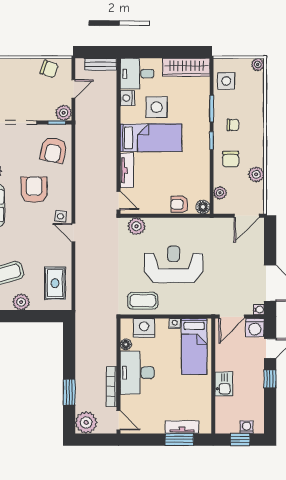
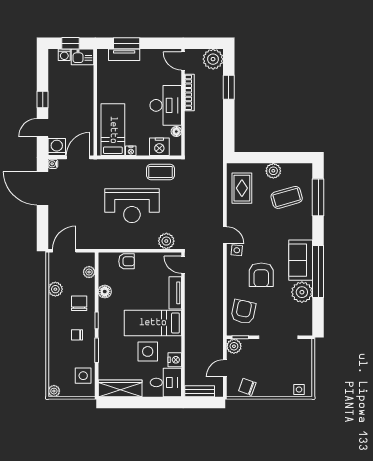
floor lamp: (203, 207) -> (105, 292), moved
kitchen sink: (224, 384) -> (82, 57), moved, turned -90

